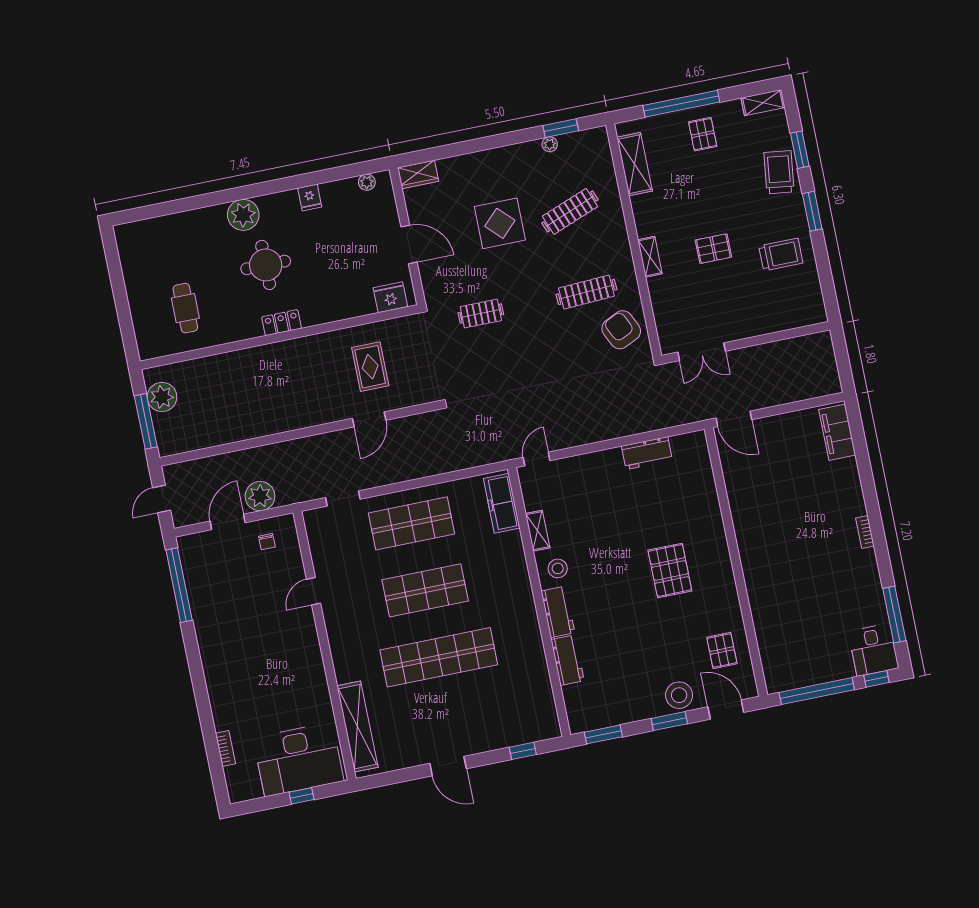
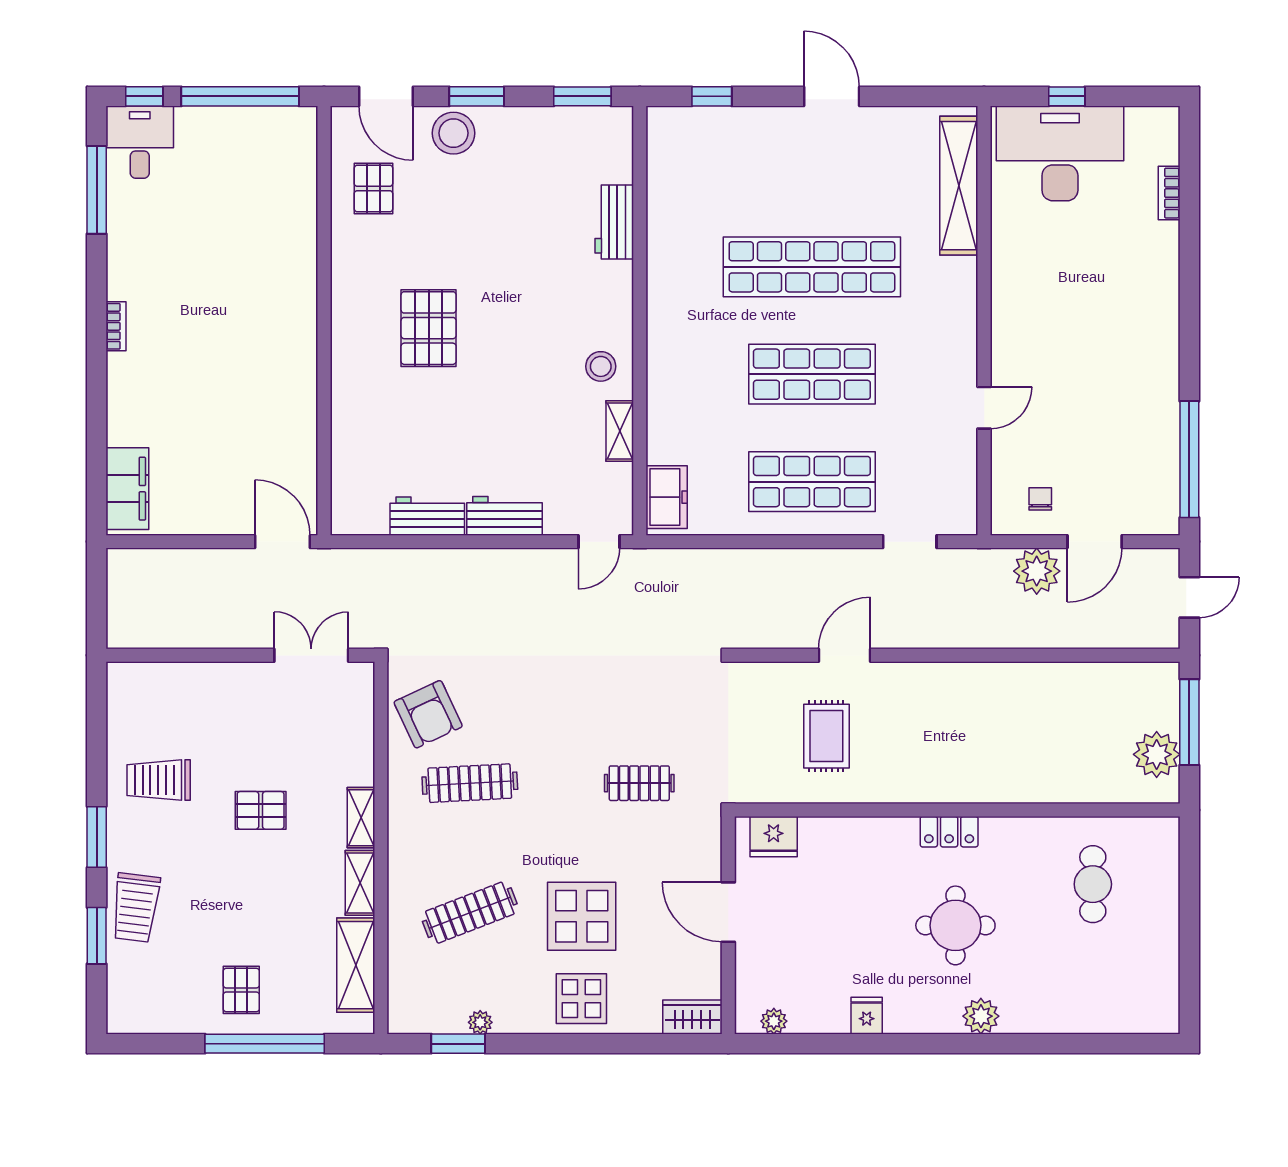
shelving: (763, 103) -> (360, 883), moved, turned 90
display table: (490, 172) -> (581, 999), added
plant: (243, 215) -> (981, 1016), width x0.73, depth x0.73
freezer: (502, 503) -> (667, 497), width x0.71
workbench: (558, 612) -> (504, 516), moved, turned 90

